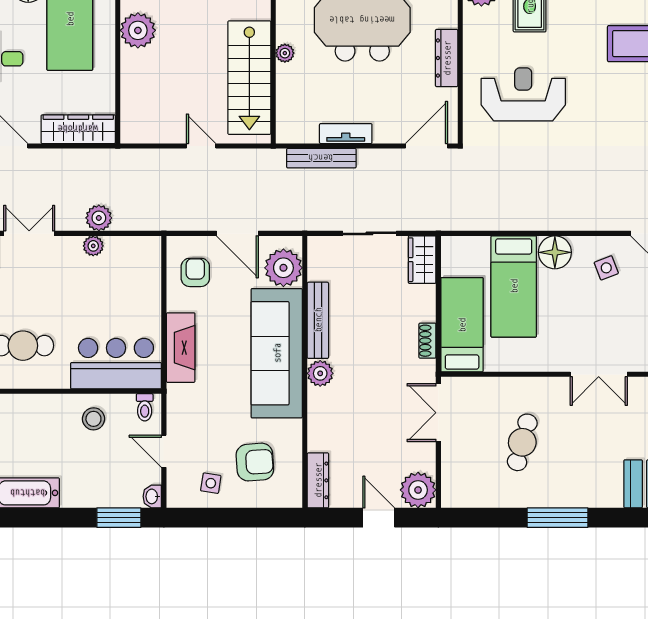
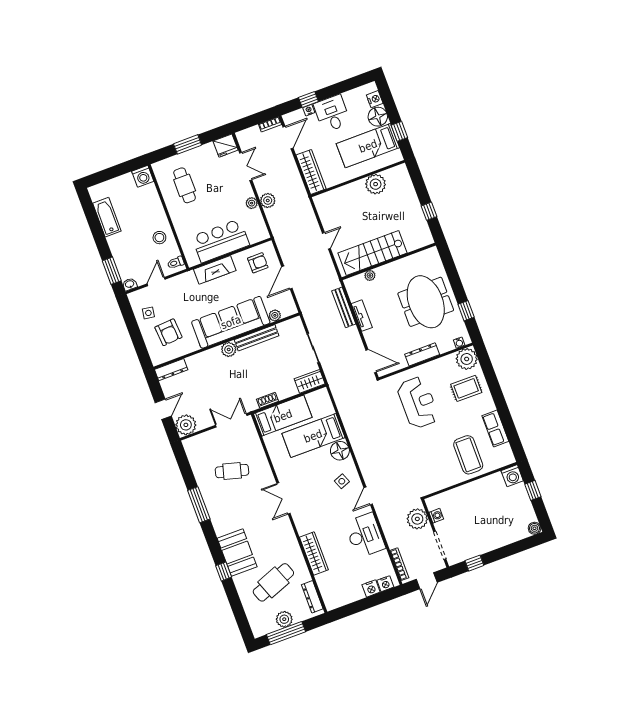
plant: (285, 53) -> (370, 276), moved
plant: (283, 268) -> (275, 315), width x0.53, depth x0.53
bar counter: (116, 364) -> (221, 241), moved, turned -90

